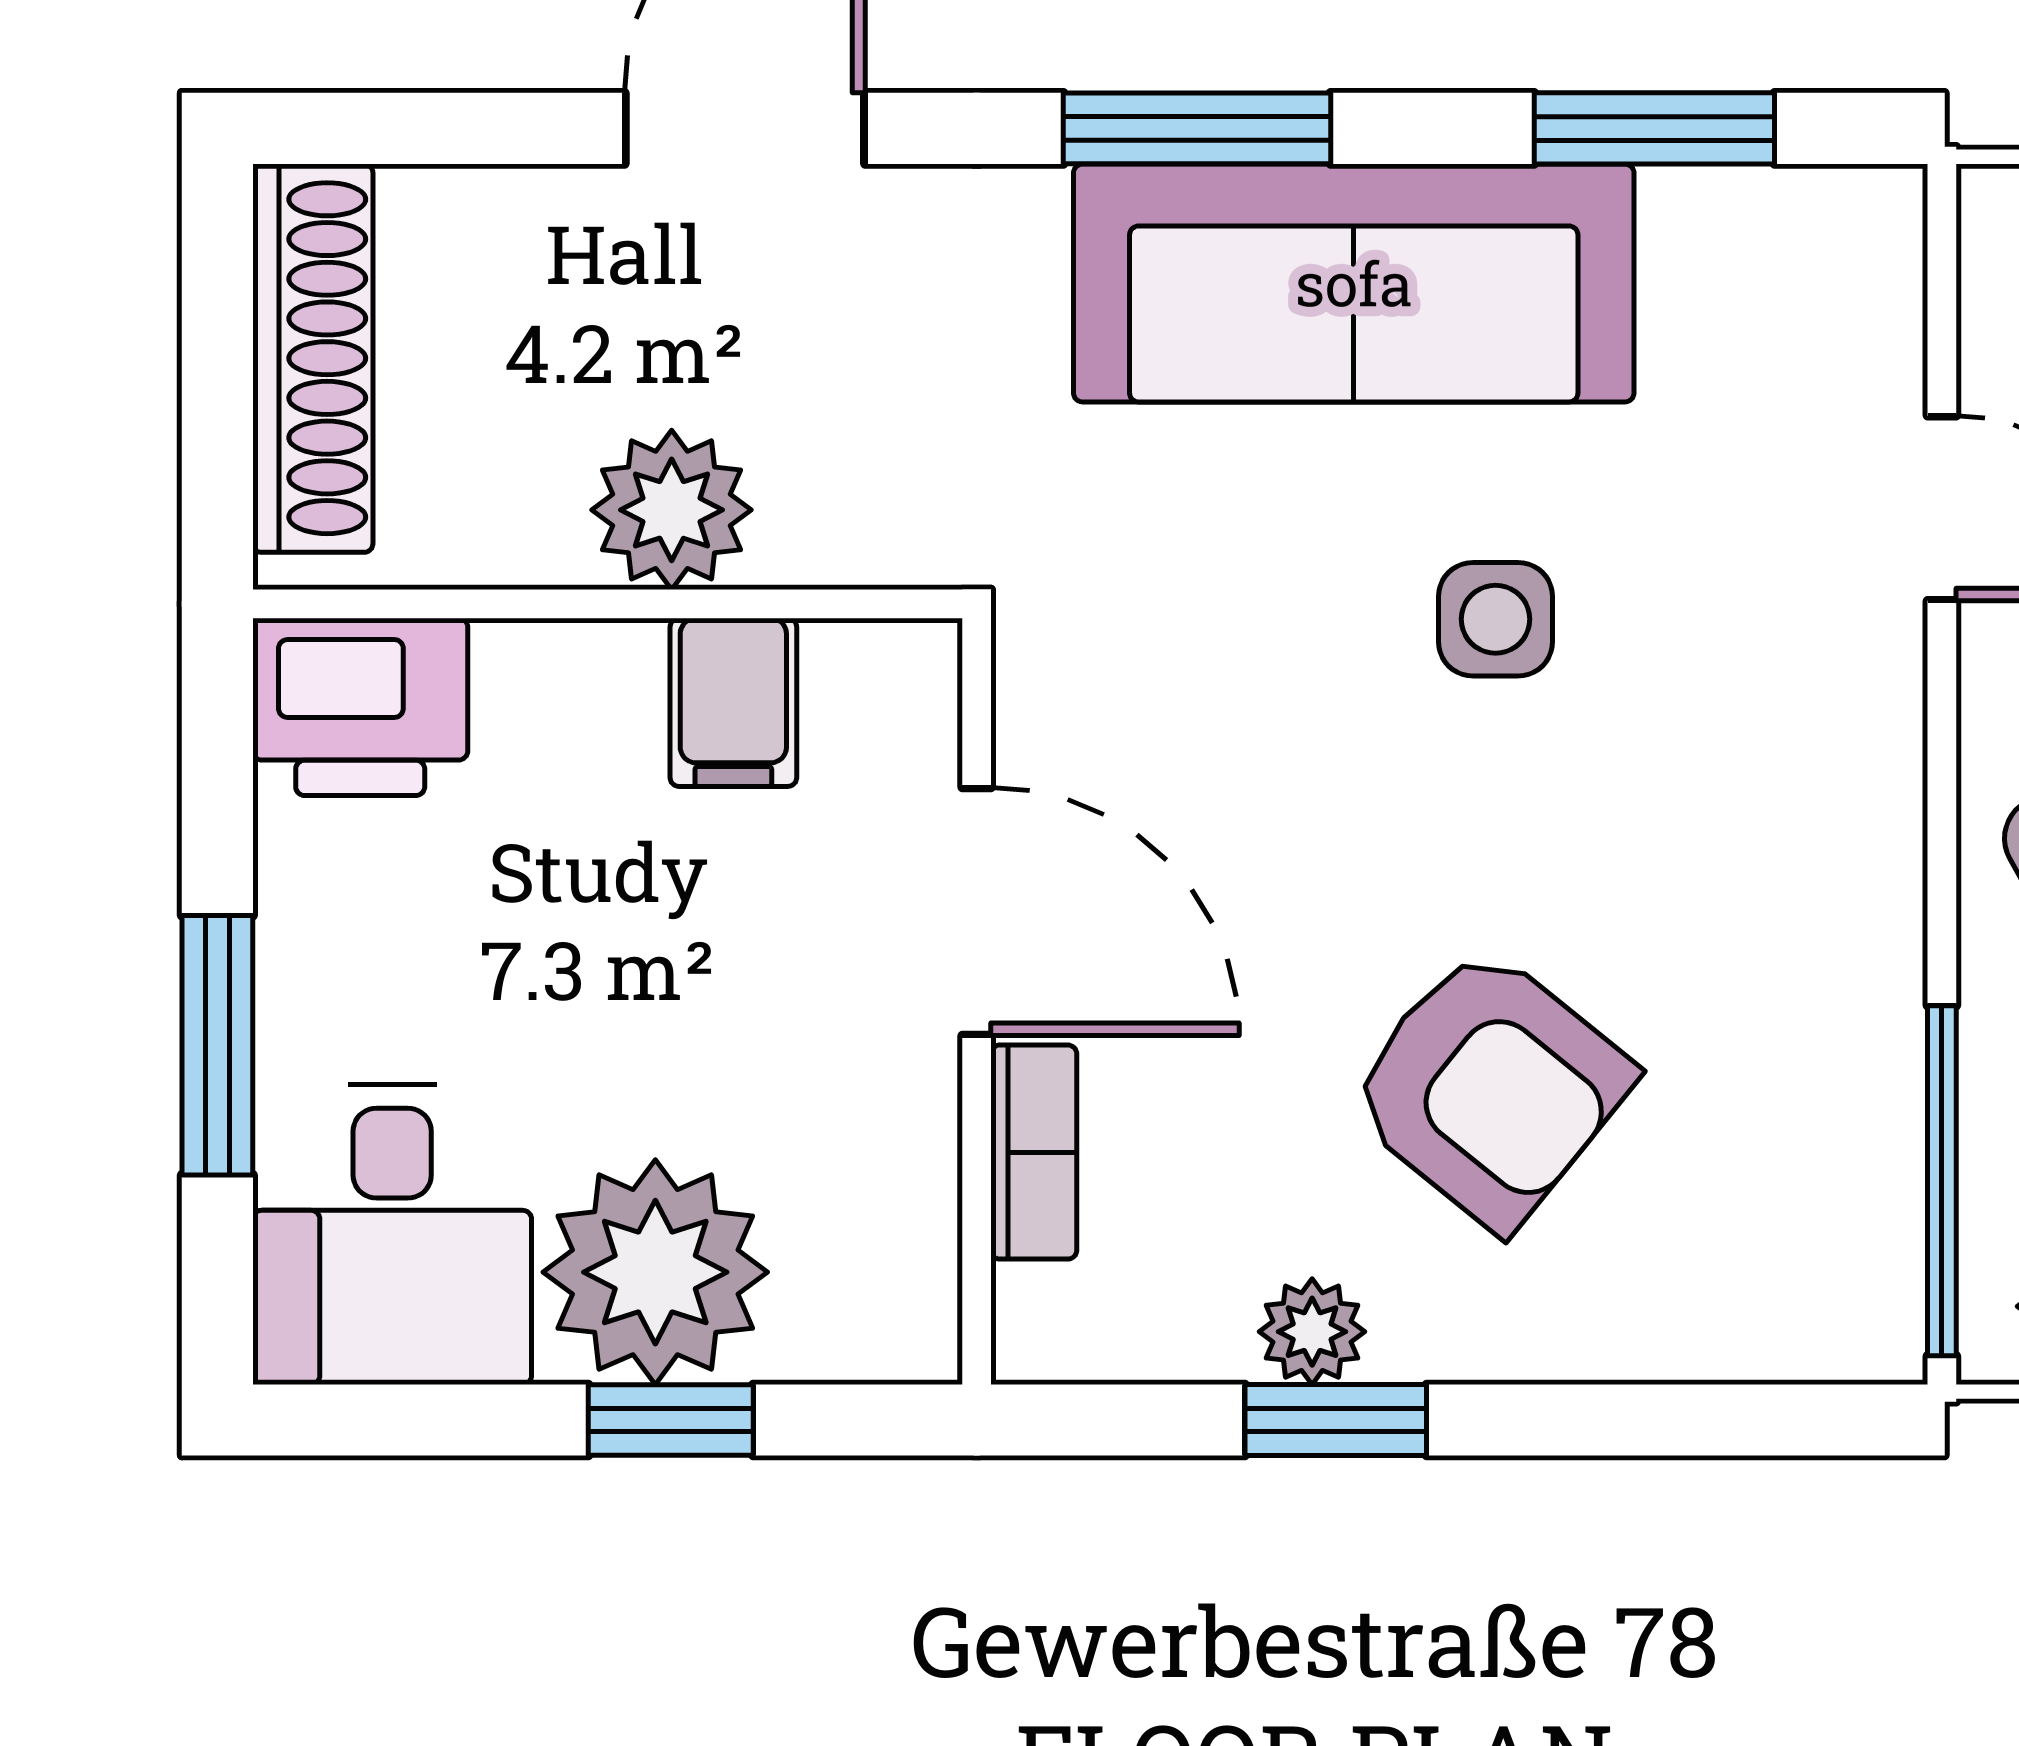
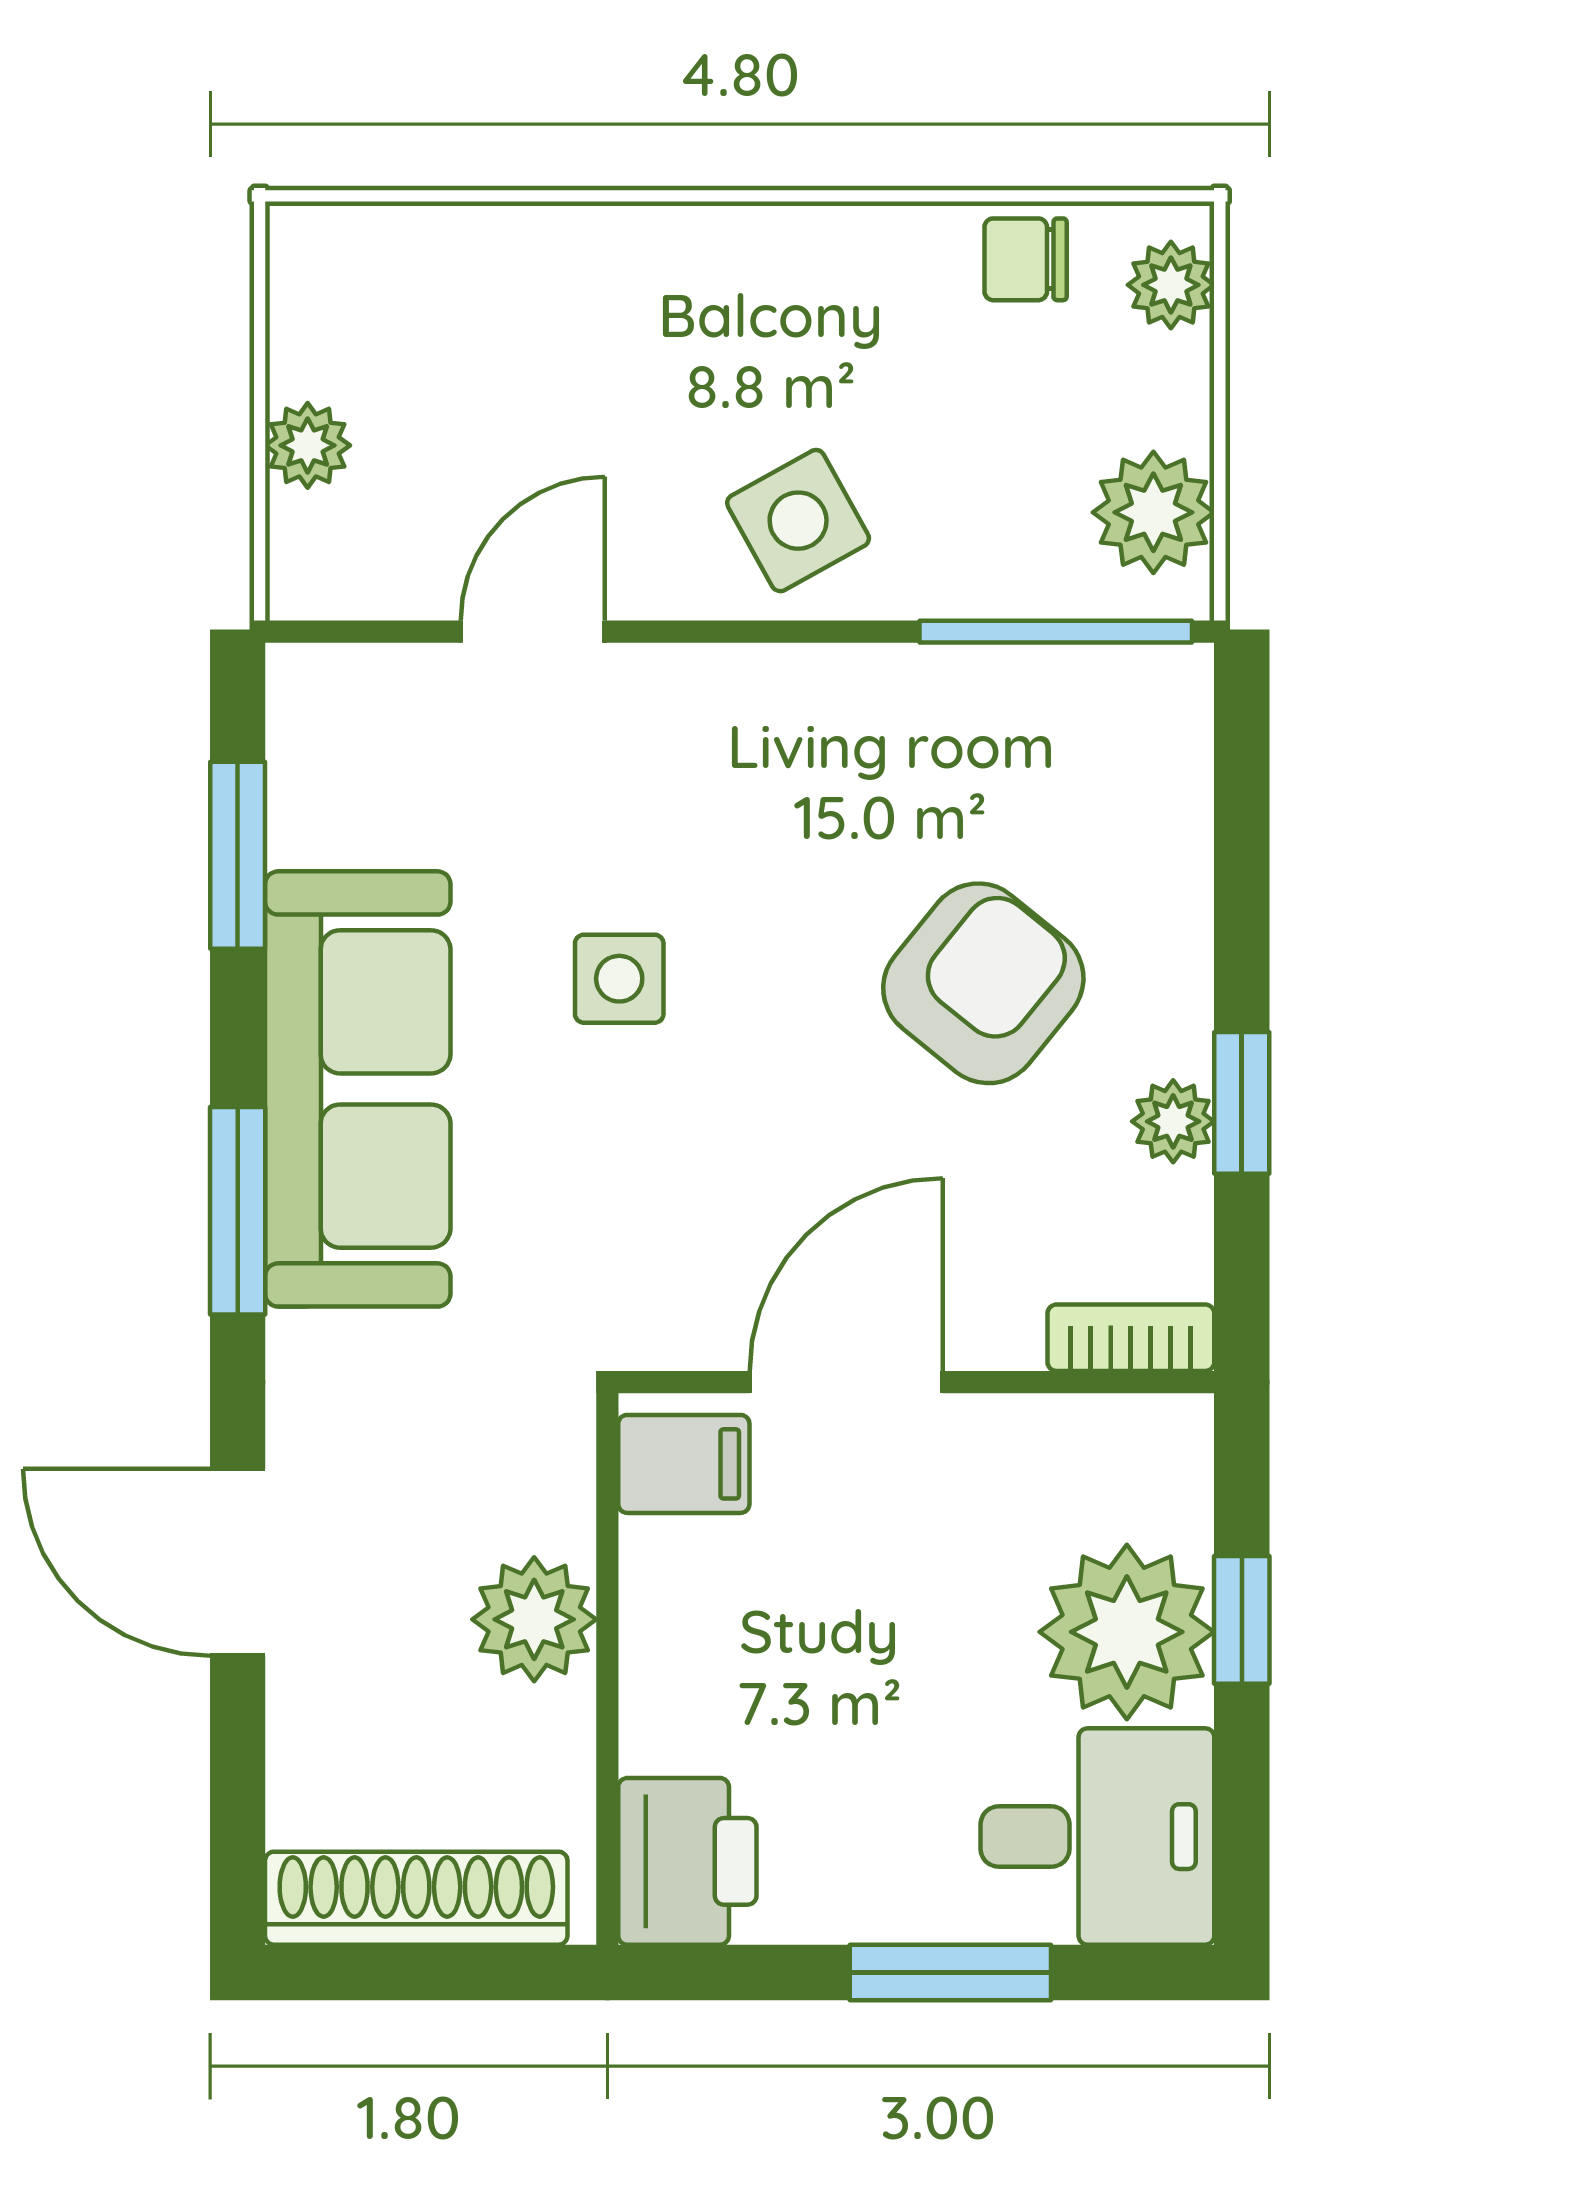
filing cabinet: (733, 702) -> (684, 1464), moved
bookcase: (1034, 1152) -> (1131, 1338), moved

